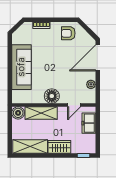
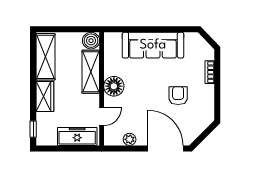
armchair: (68, 33) -> (178, 96), moved
door: (74, 105) -> (102, 117), swing flipped
freezer: (89, 123) -> (77, 136), width x1.40

